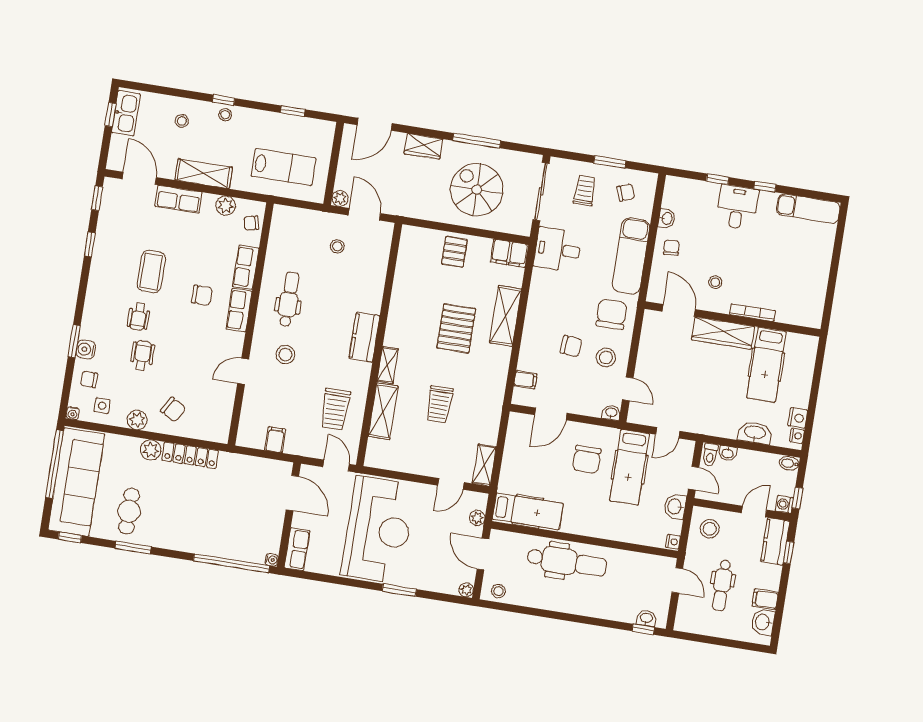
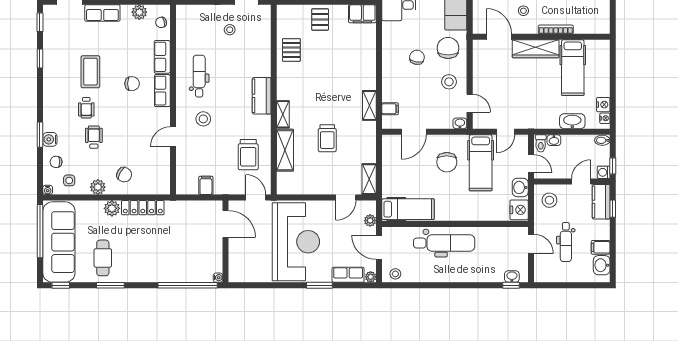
shelving: (506, 316) -> (369, 105), moved, width x0.67, depth x0.75
pallet: (456, 328) -> (291, 50), moved, width x0.67, depth x0.71
chair: (571, 346) -> (417, 57), moved, turned -85
nightstand: (673, 542) -> (519, 210), width x1.89, depth x1.79
row of seats: (297, 549) -> (348, 275), moved, turned -90

